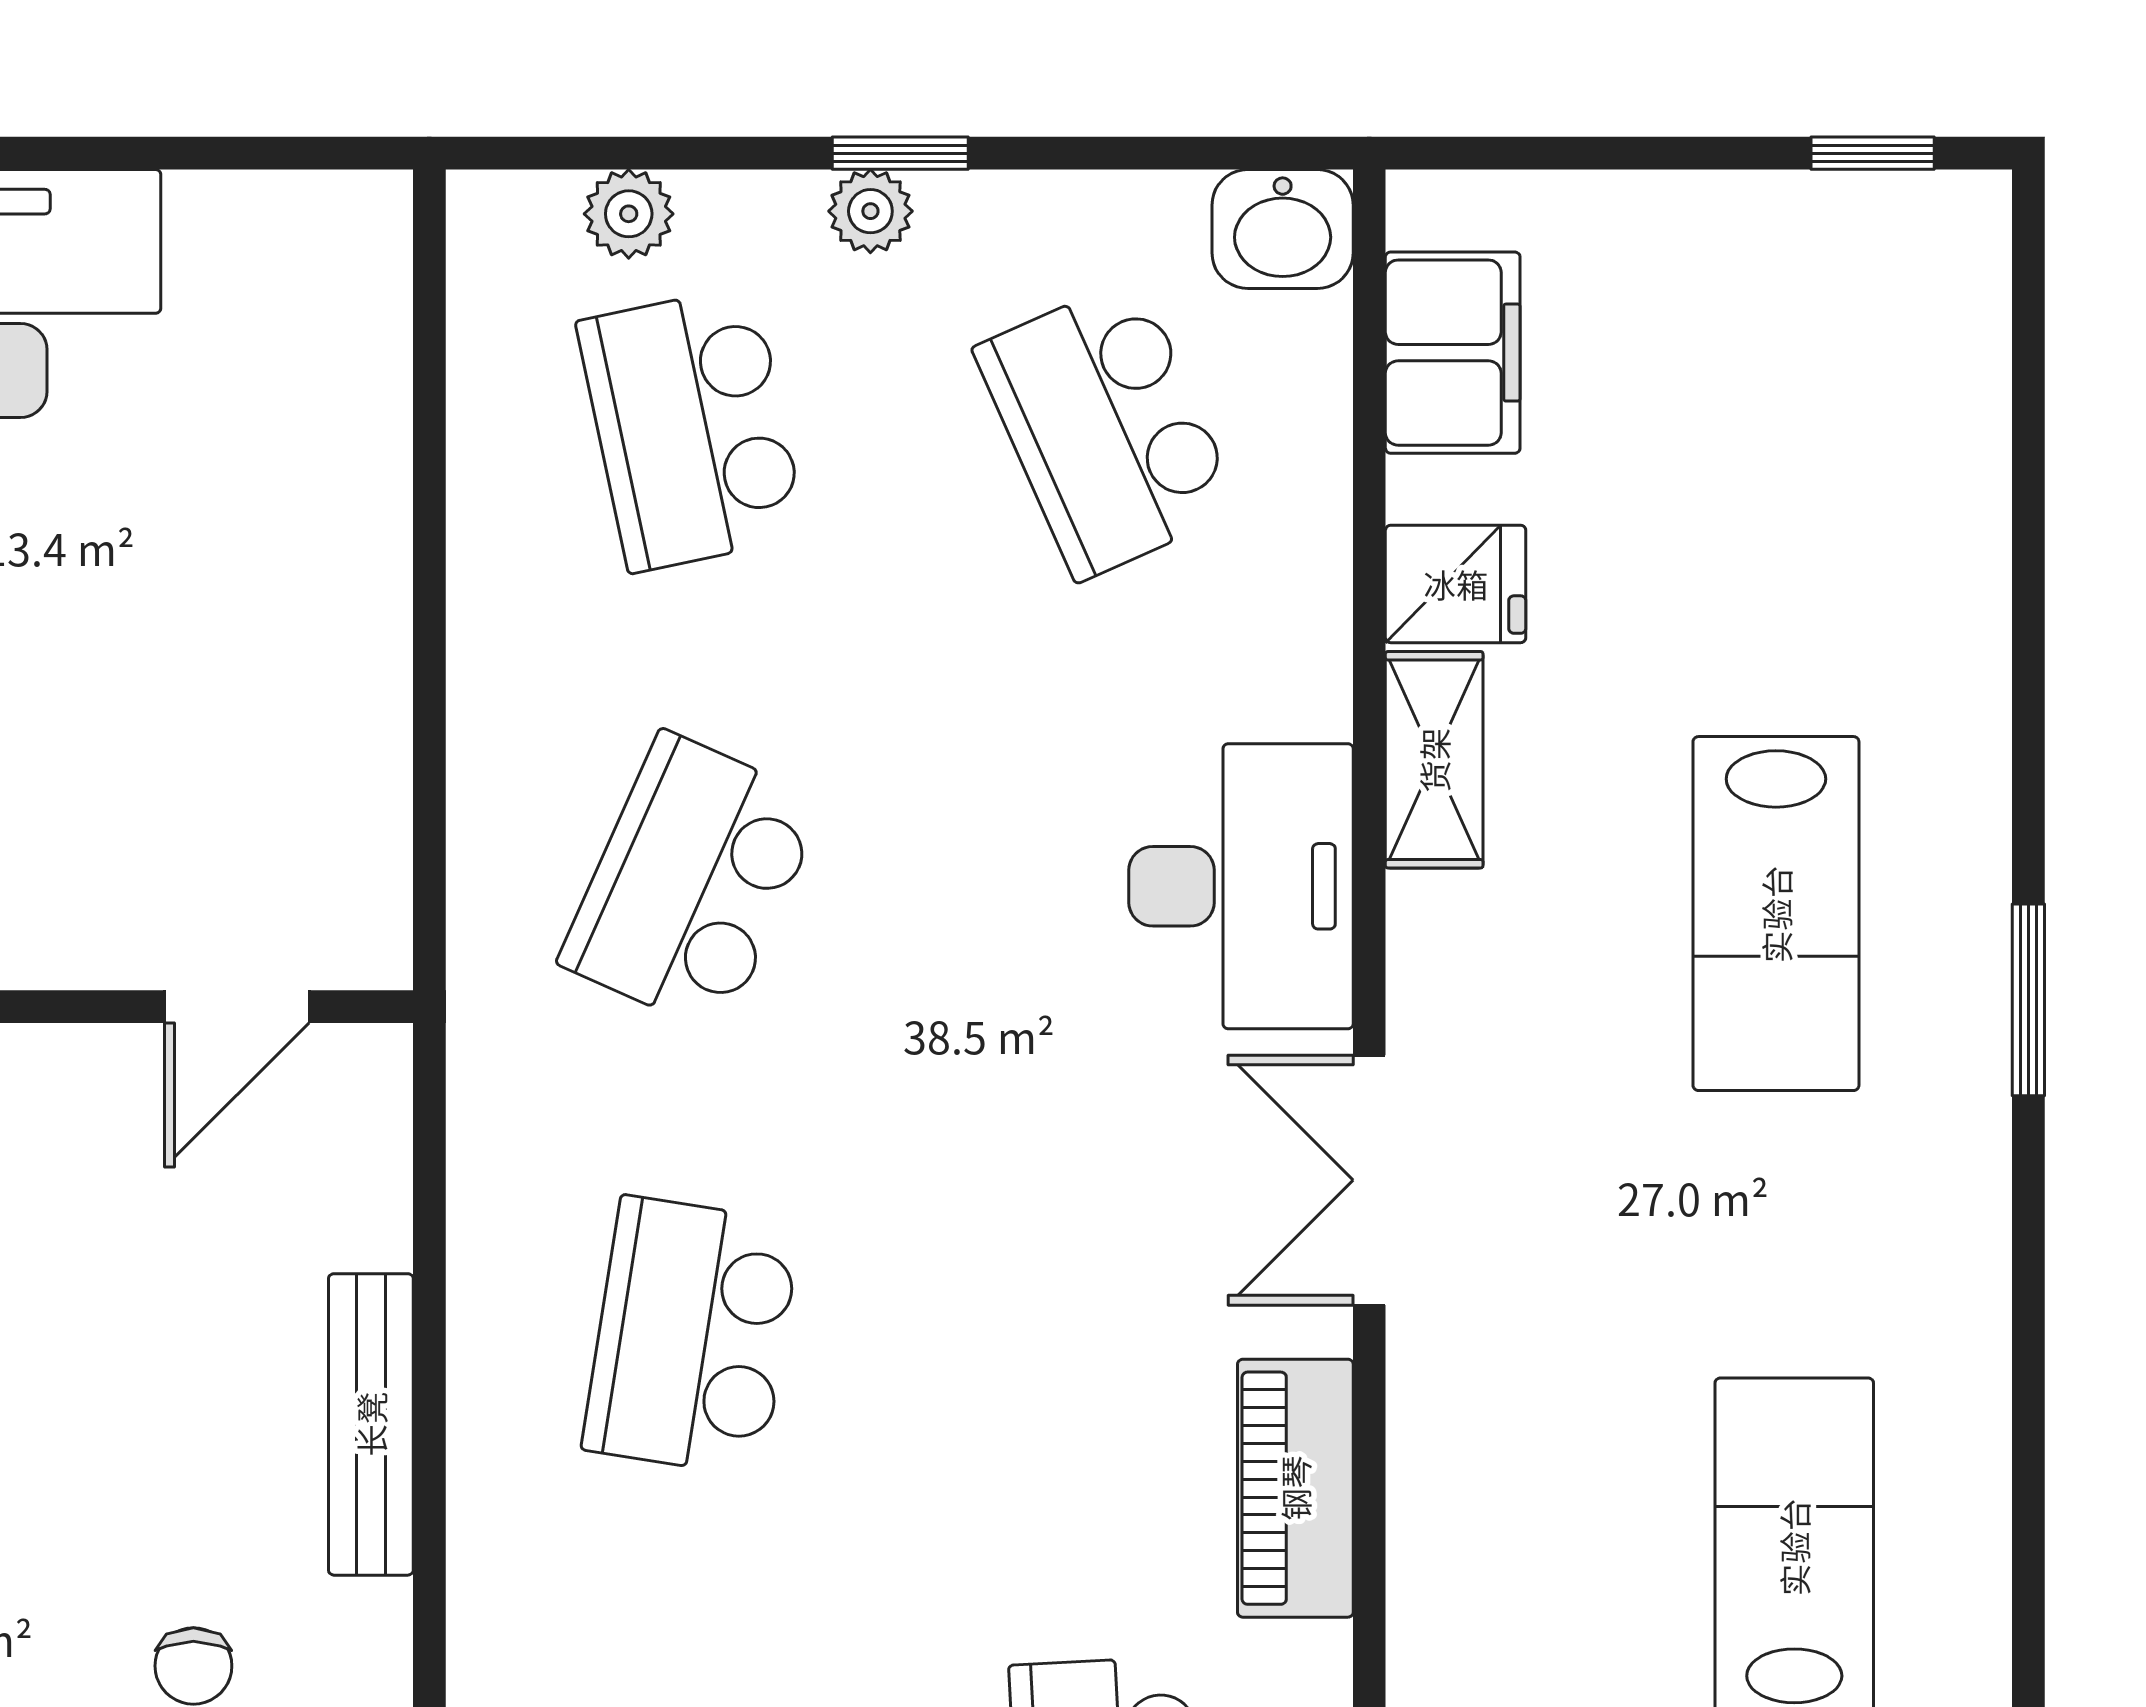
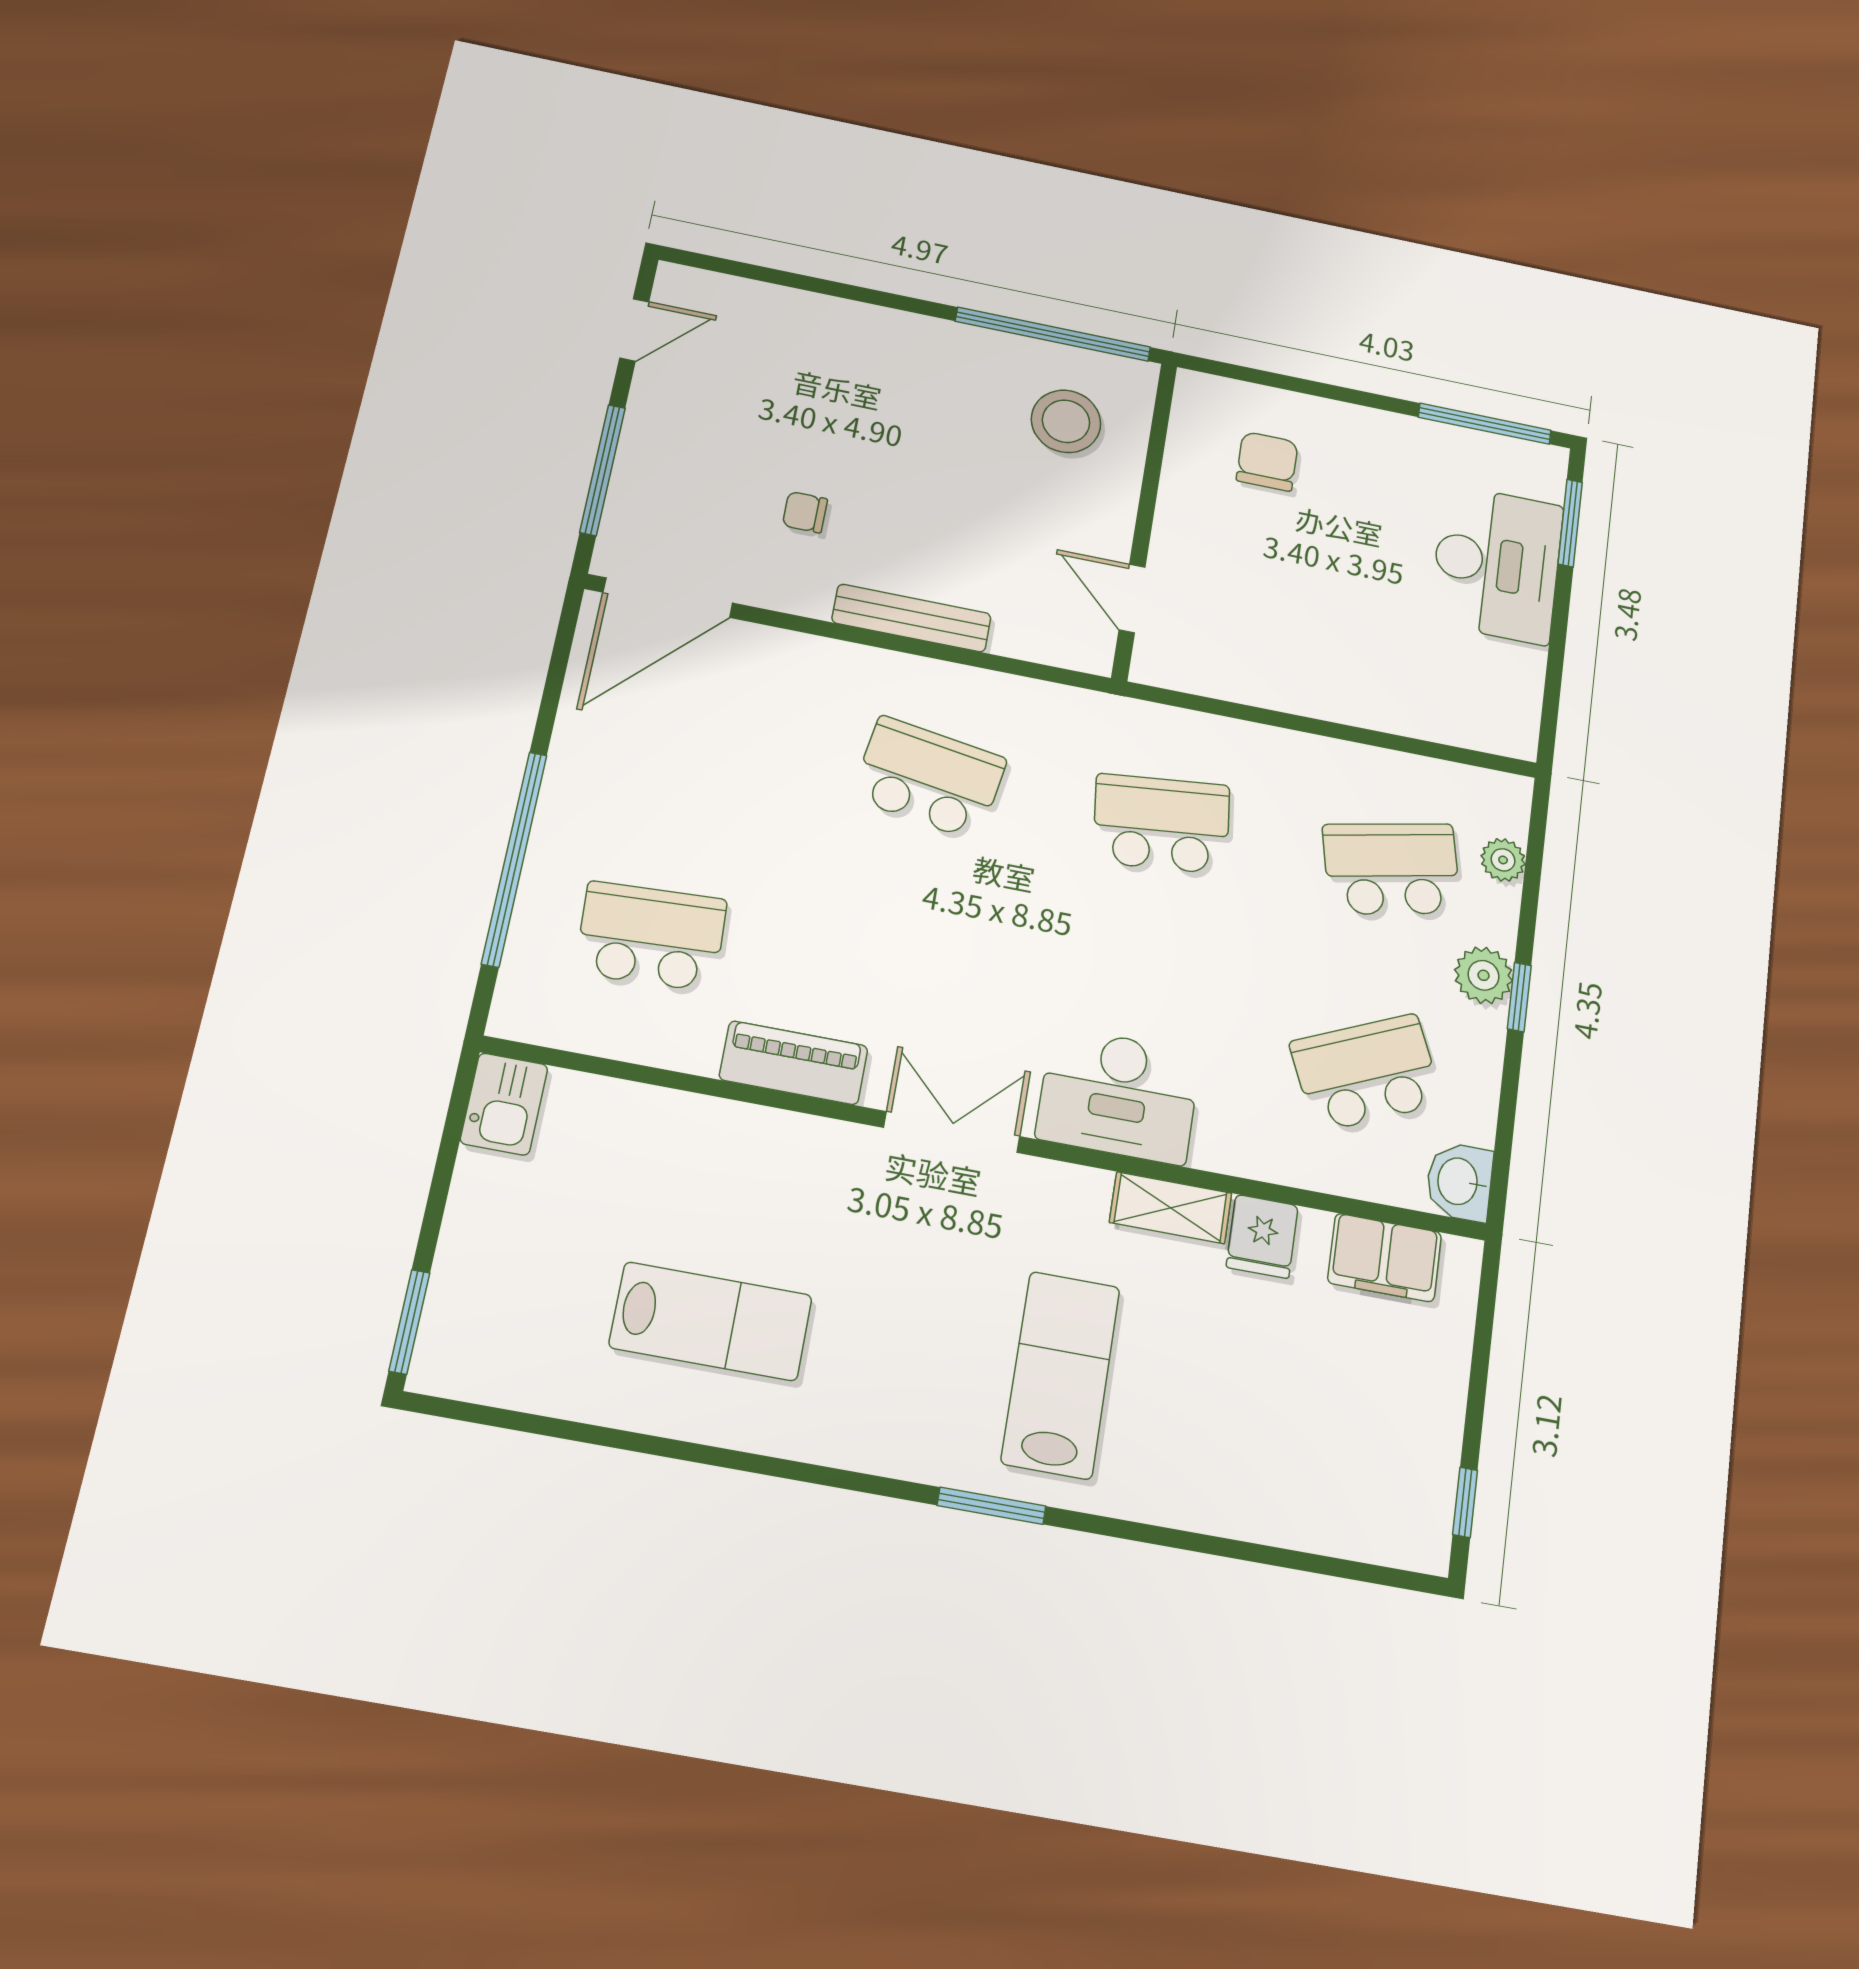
plant: (870, 211) -> (1484, 975), width x1.38, depth x1.38
school desk: (692, 883) -> (1162, 824), turned -30
lab bench: (1776, 914) -> (1061, 1375), turned 90

